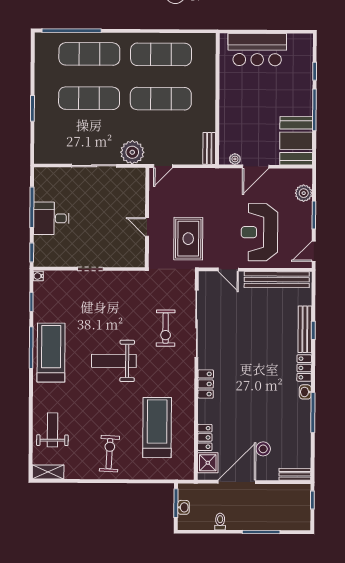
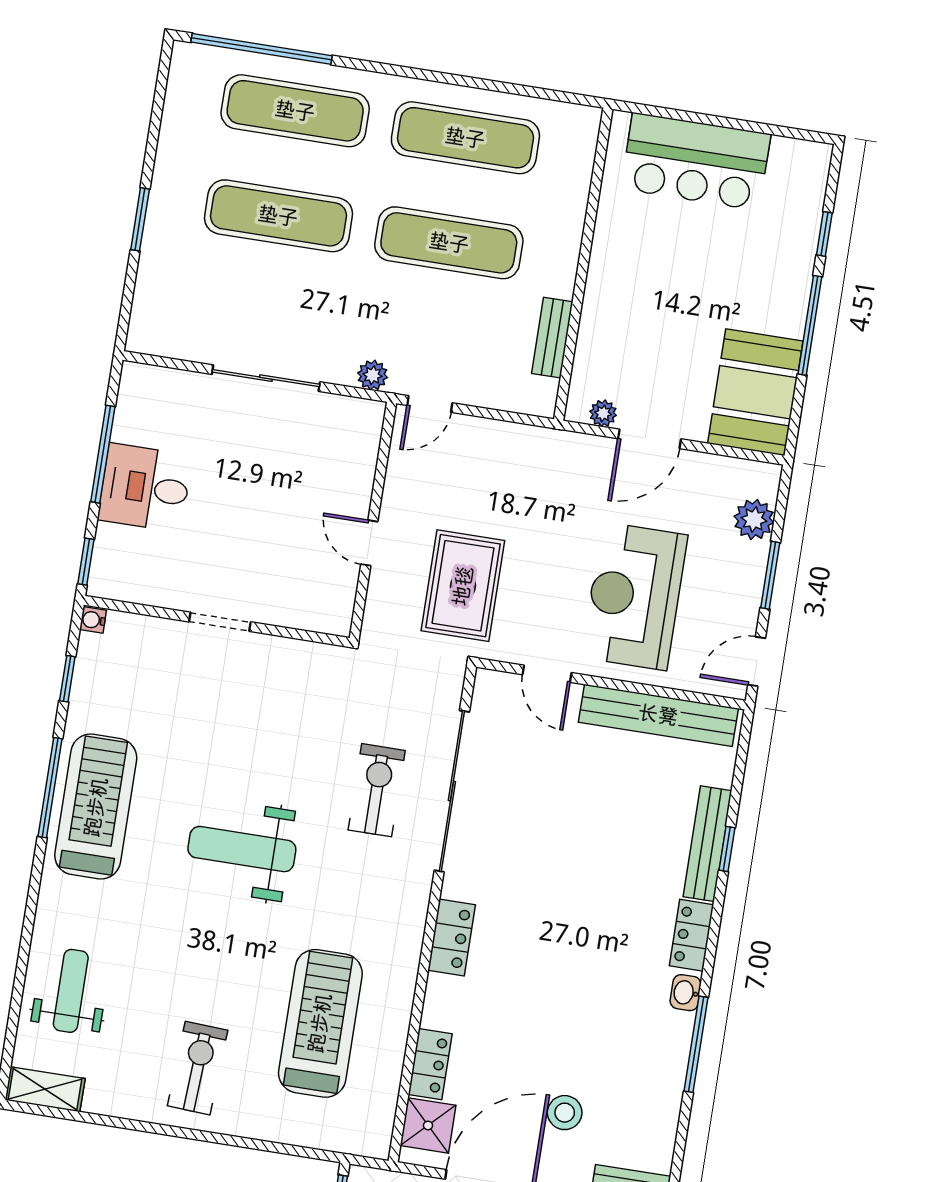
bench: (209, 148) -> (552, 338), moved
plant: (132, 152) -> (373, 375), width x0.53, depth x0.53
exercise bike: (166, 328) -> (377, 790), turned 180

